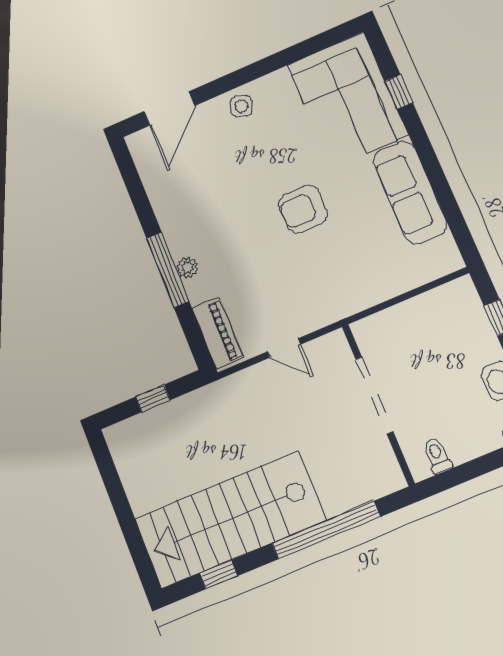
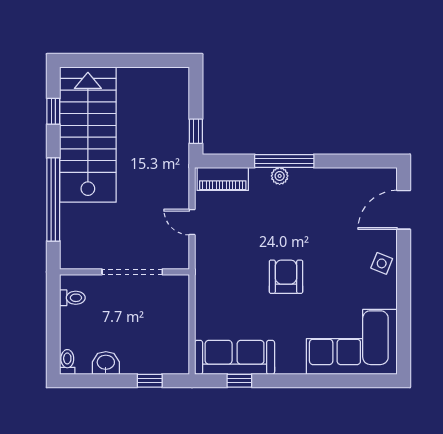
window: (399, 92) -> (239, 381), moved
door: (169, 109) -> (404, 210), hinge flipped
sofa: (410, 192) -> (235, 357), moved
door: (284, 348) -> (192, 222), hinge flipped
window: (153, 398) -> (196, 131), moved

